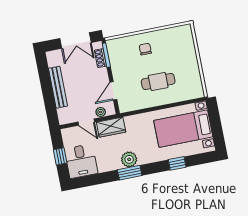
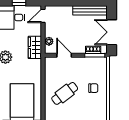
cafe table: (158, 81) -> (65, 93), turned 53
bench: (58, 87) -> (90, 10), moved
door: (86, 122) -> (43, 16), moved

